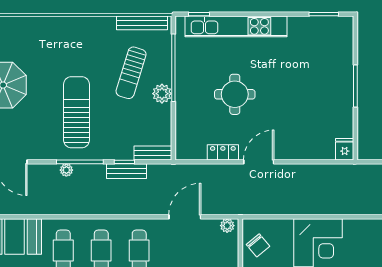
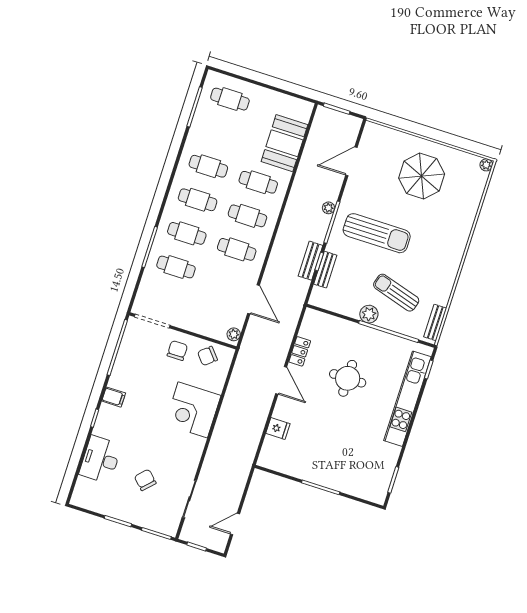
bench: (142, 23) -> (435, 323), width x0.73
fridge: (345, 149) -> (278, 429), moved
bench: (153, 153) -> (325, 270), moved

